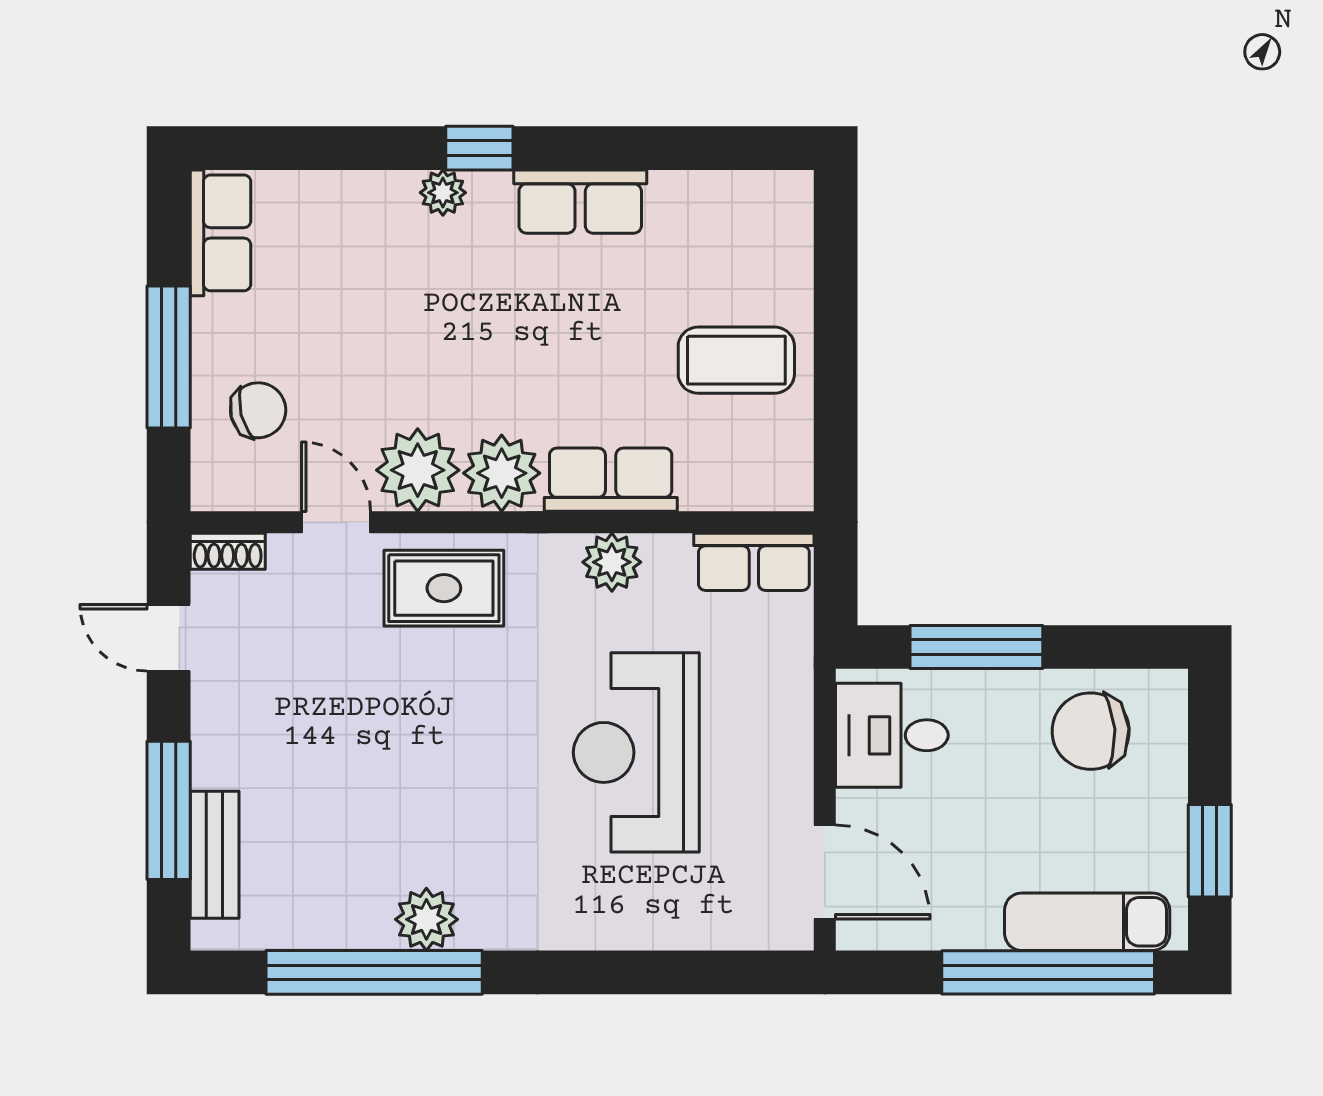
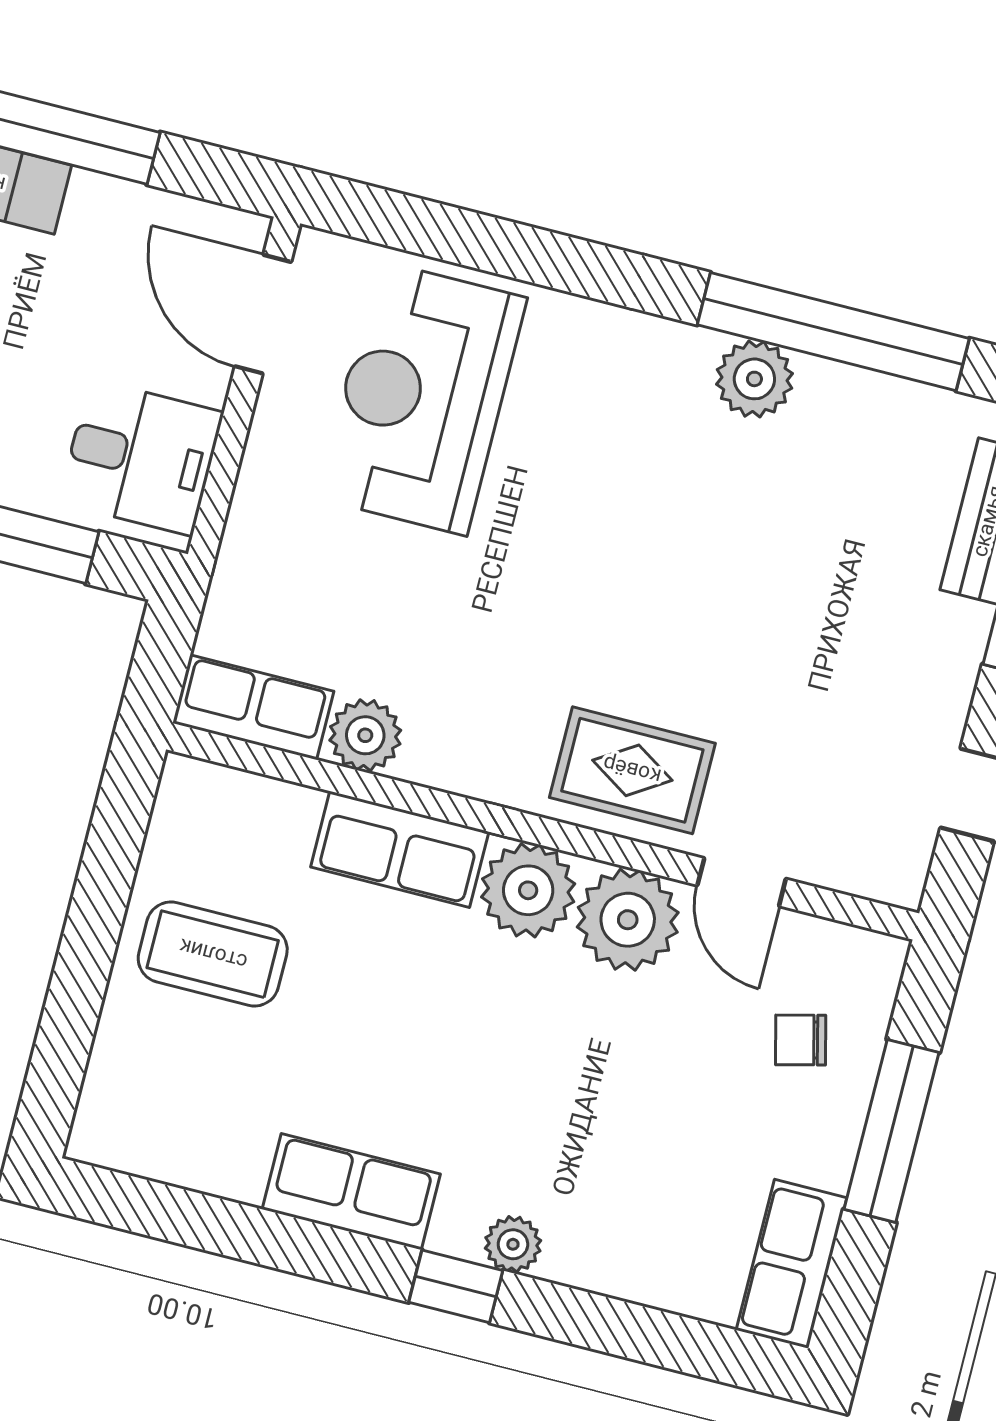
chair: (258, 410) -> (801, 1040), width x0.73, depth x0.73
shoe rack: (228, 551) -> (880, 880), removed
plant: (612, 562) -> (365, 735), moved
reception desk: (636, 752) -> (422, 398), moved, turned 180

